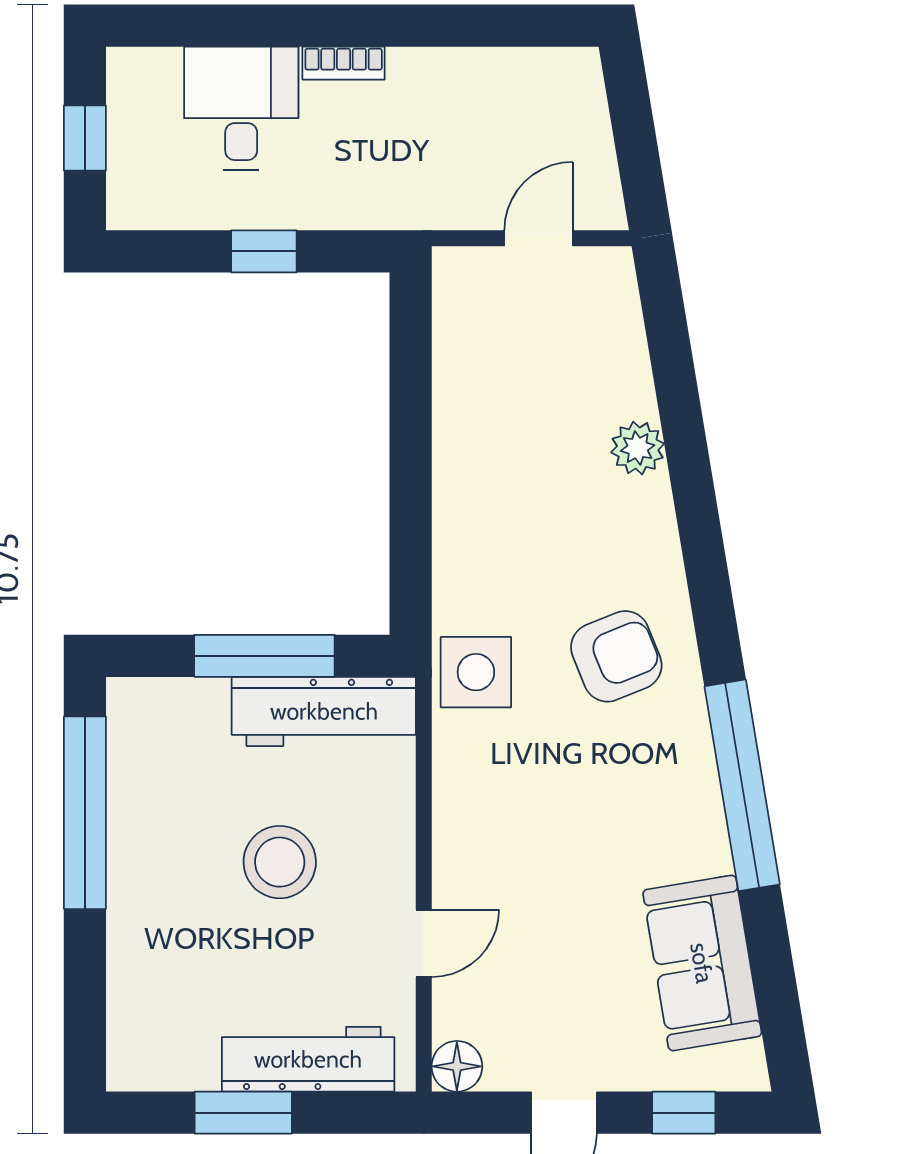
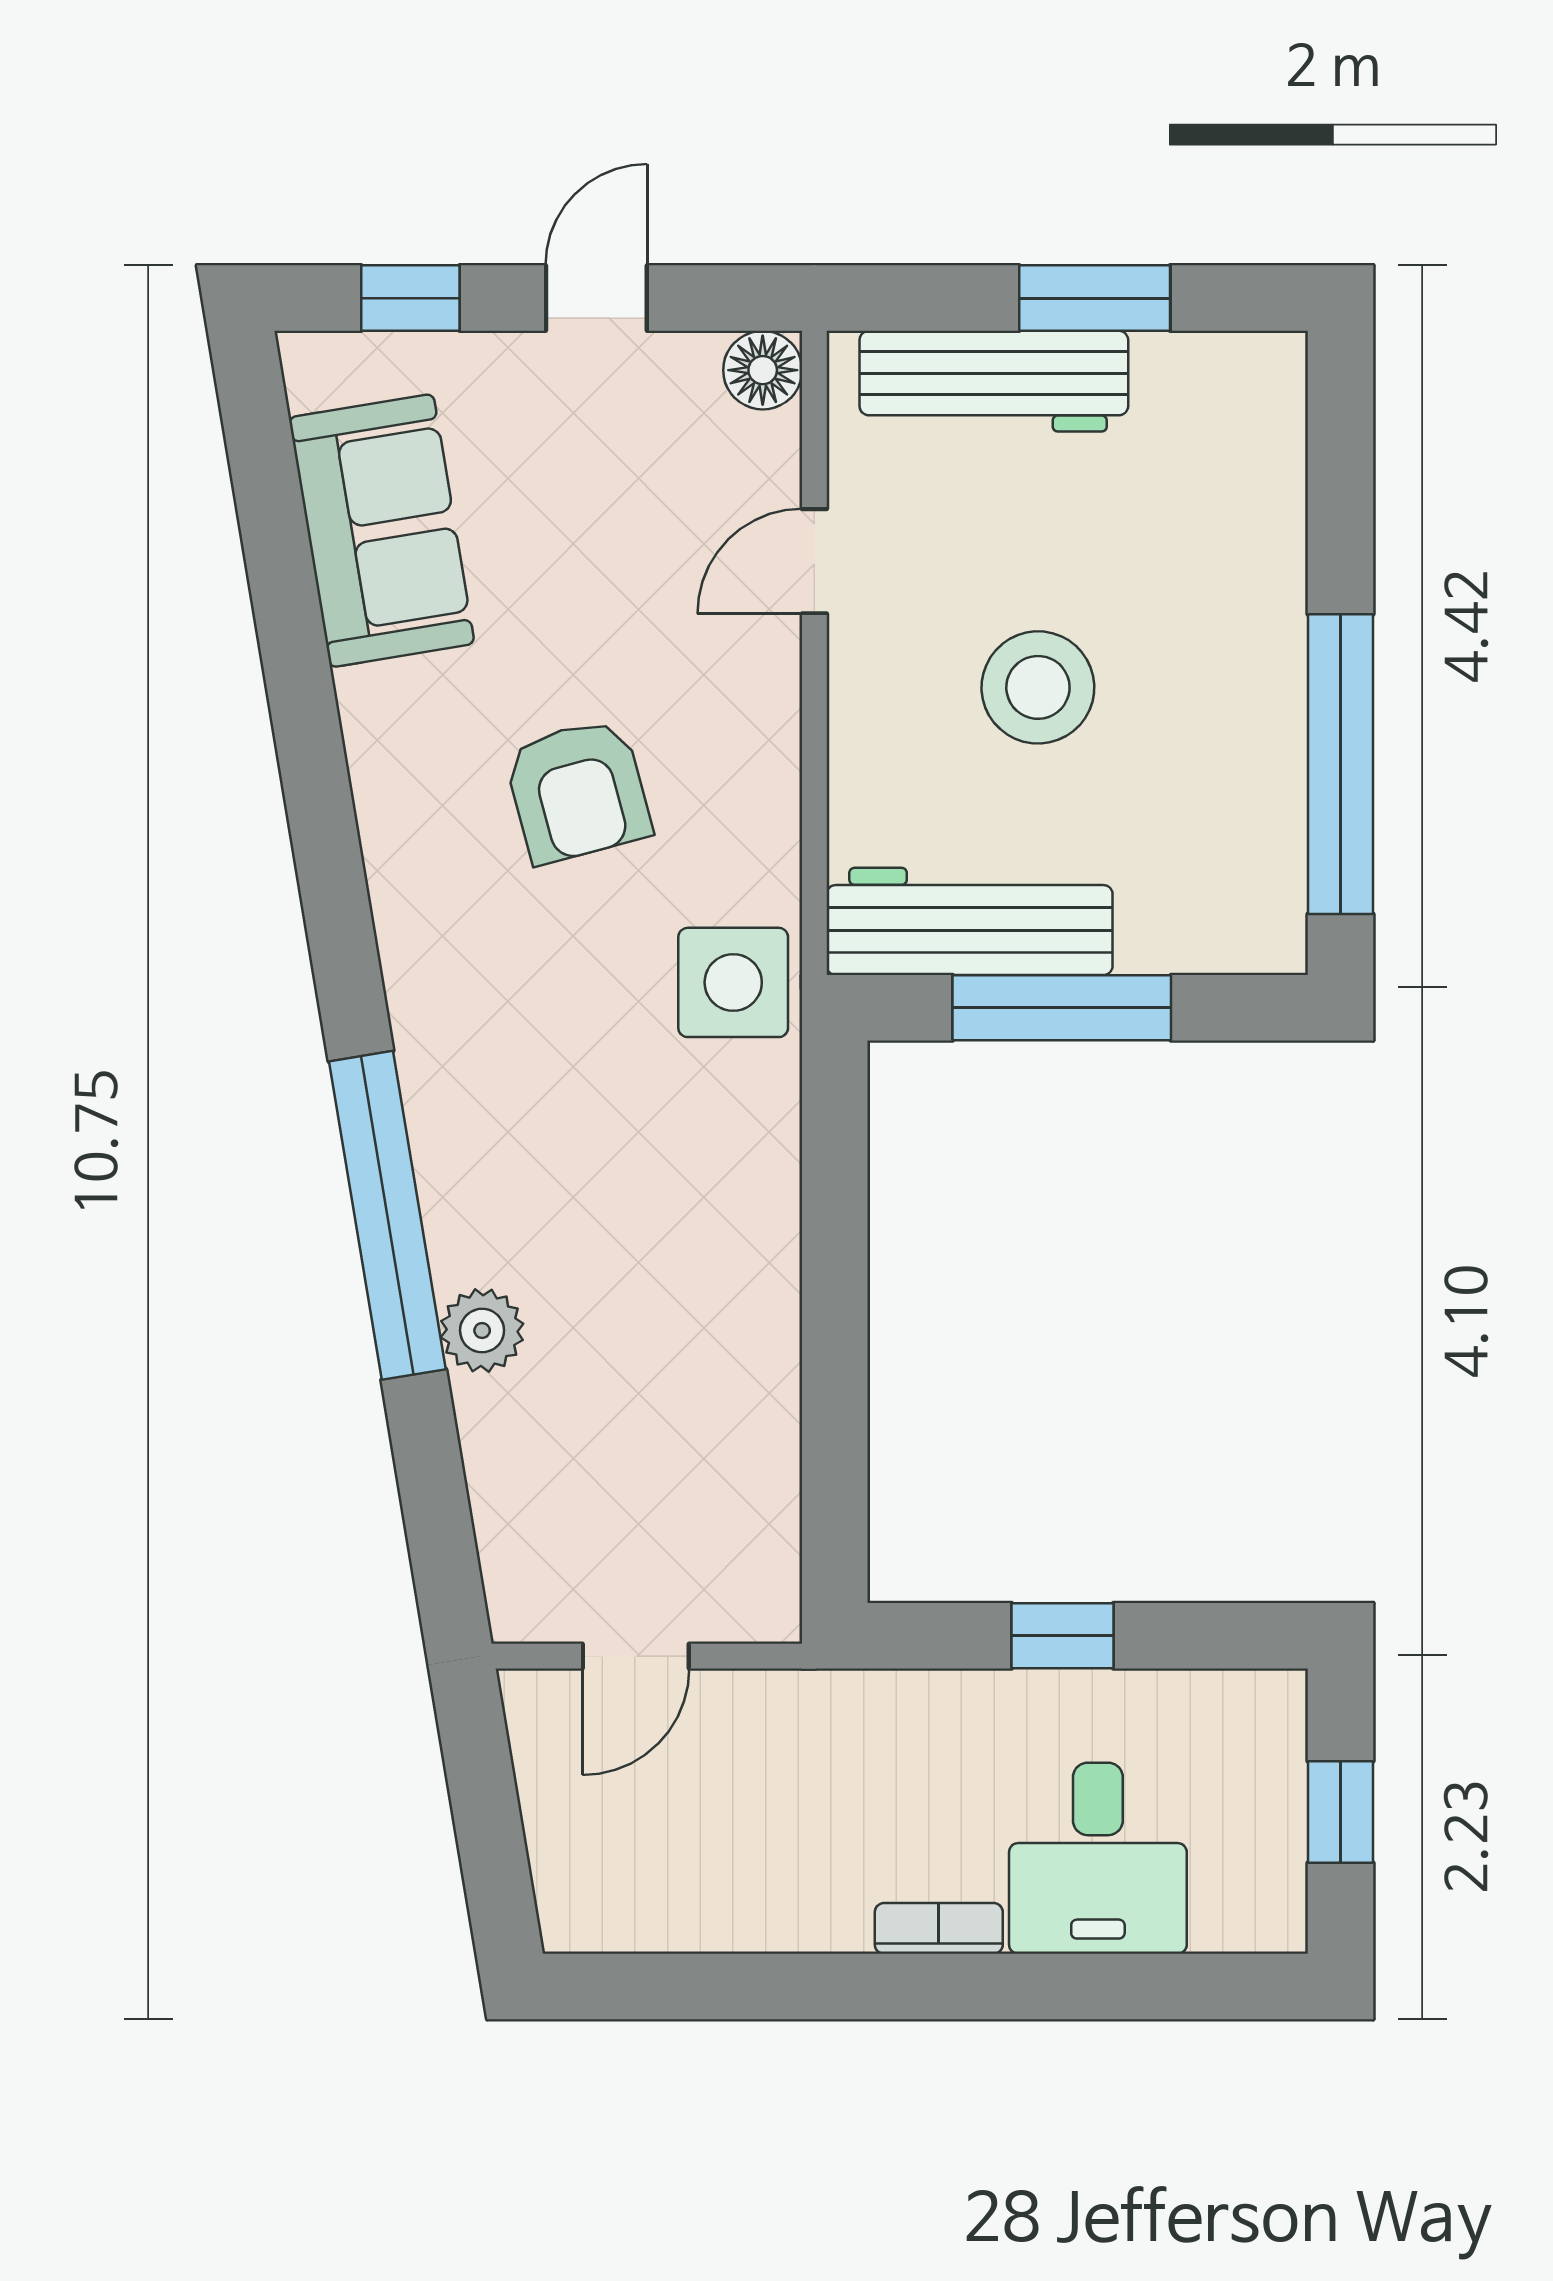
armchair: (616, 656) -> (578, 791), moved, turned -83
window: (742, 785) -> (387, 1215), moved

